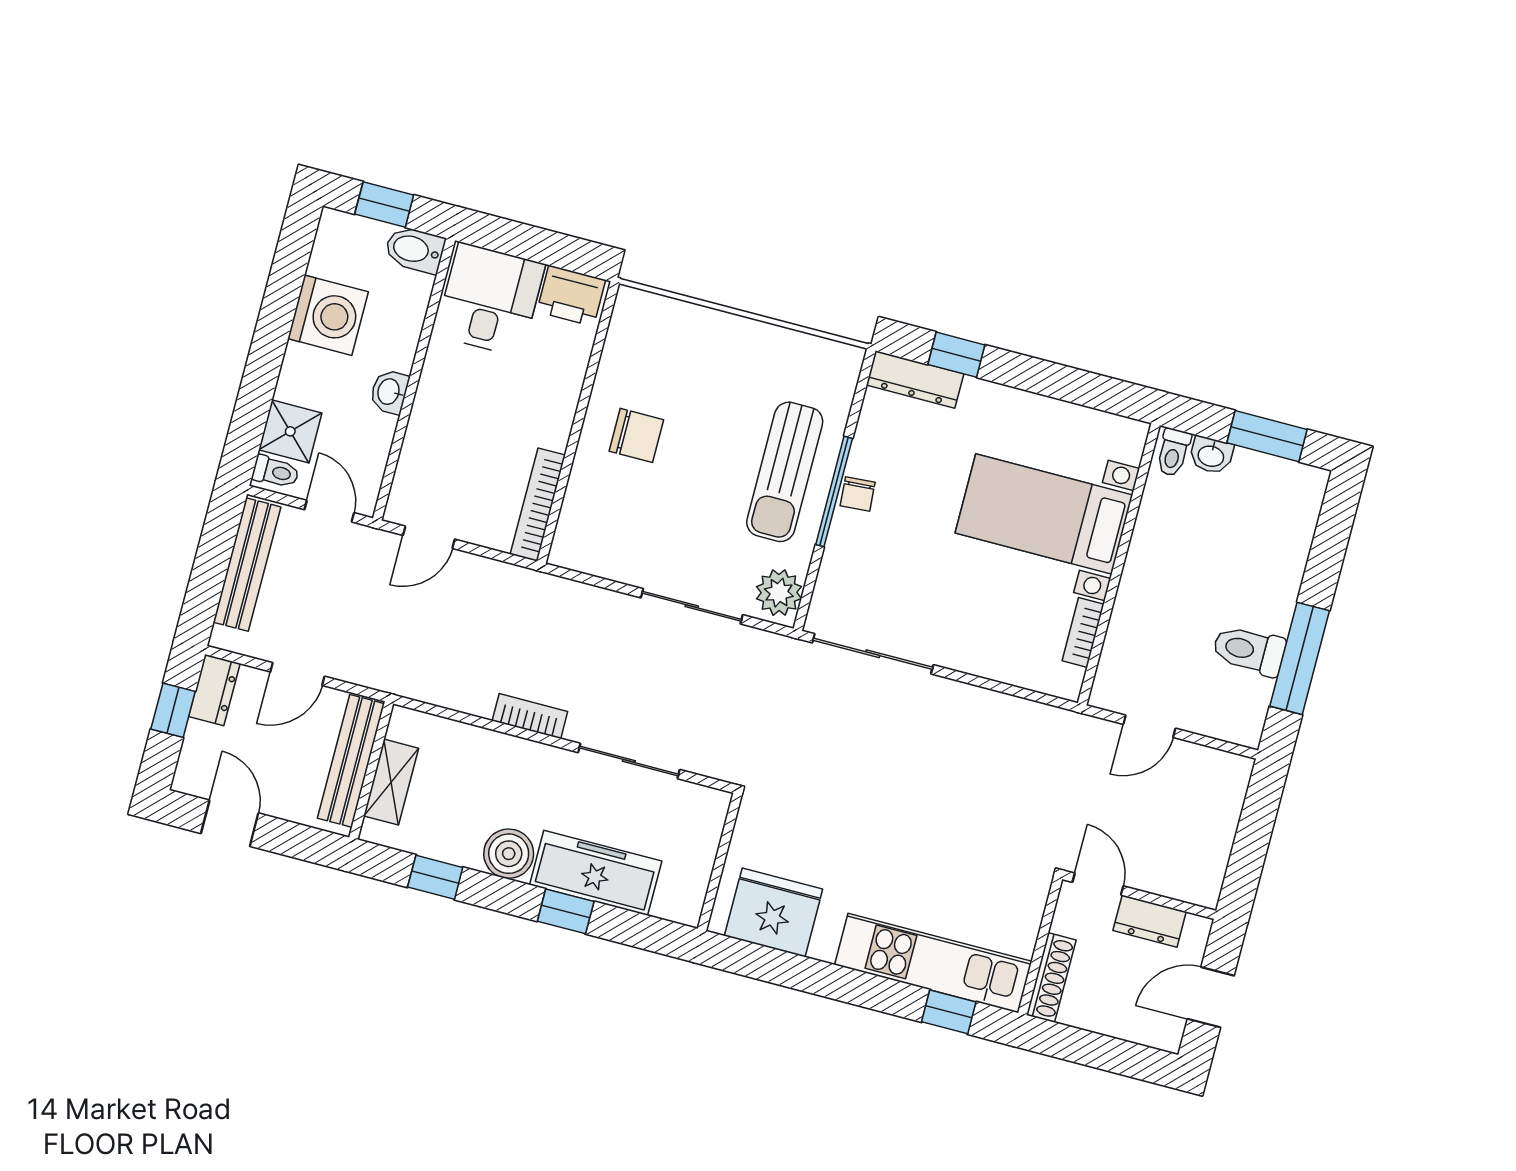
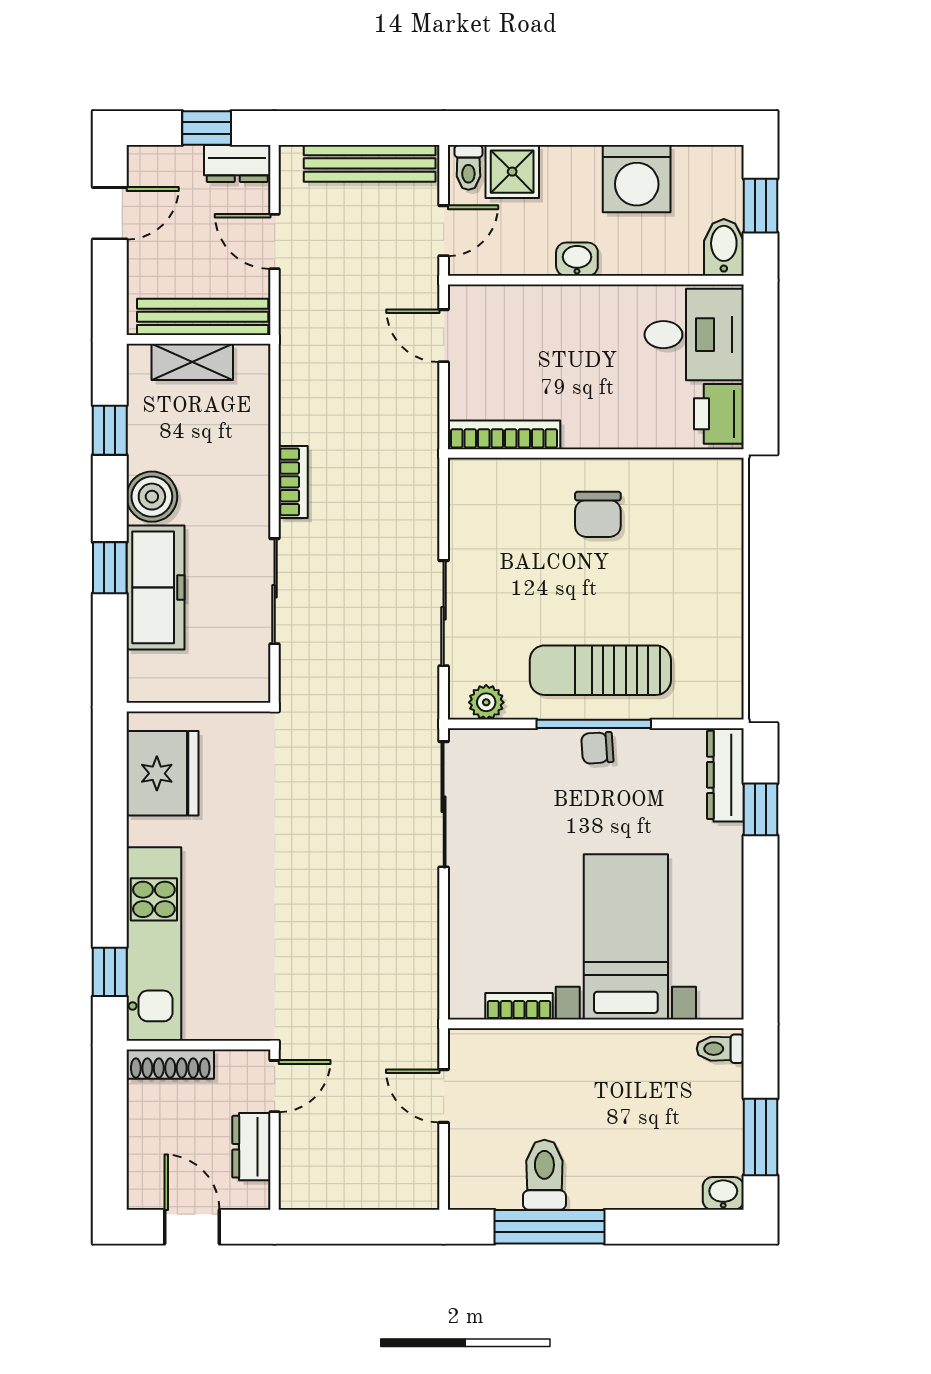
washbasin: (1211, 455) -> (723, 1193), moved, turned 90
plant: (779, 593) -> (486, 702), width x0.73, depth x0.73

